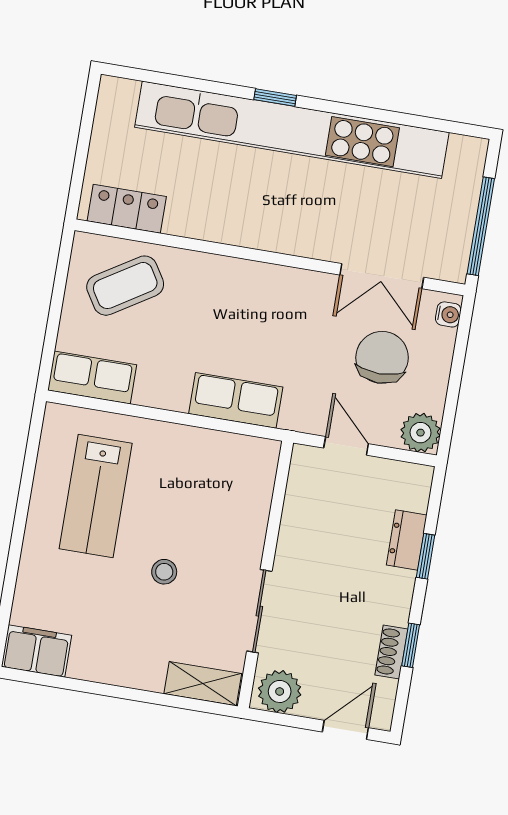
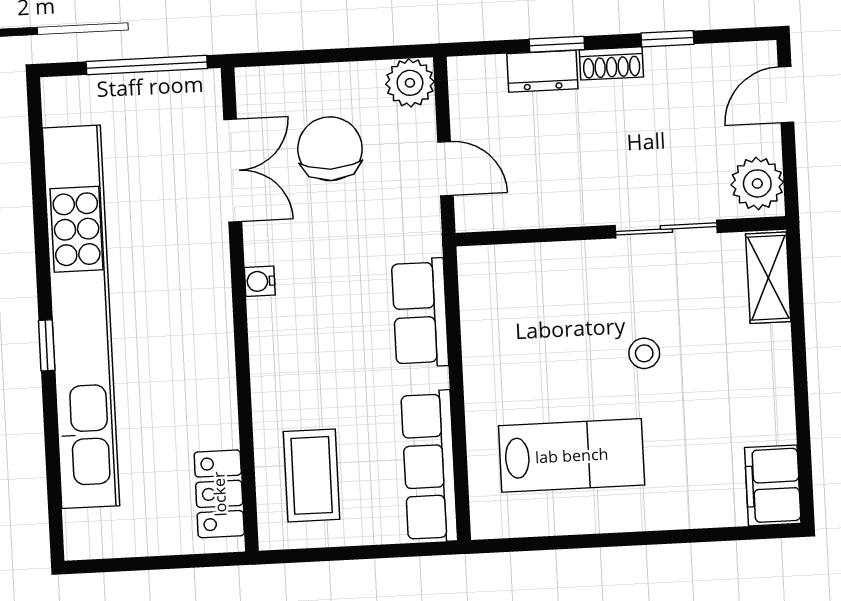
coffee table: (125, 286) -> (312, 475), turned 32
water cooler: (448, 314) -> (260, 281), moved, turned -90
chair: (382, 357) -> (330, 149), turned 90
row of seats: (92, 377) -> (429, 466), width x1.48
door: (346, 446) -> (445, 169), swing flipped
shoe rack: (391, 652) -> (611, 63), moved
door: (345, 730) -> (786, 95), hinge flipped

